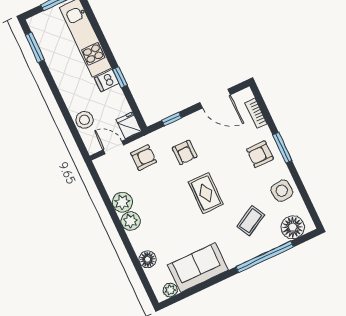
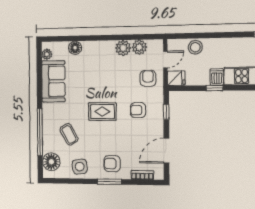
armchair: (260, 154) -> (112, 164), turned -90
armchair: (144, 158) -> (148, 78), turned 180
plant: (131, 221) -> (139, 47), moved

